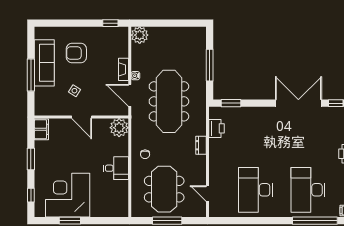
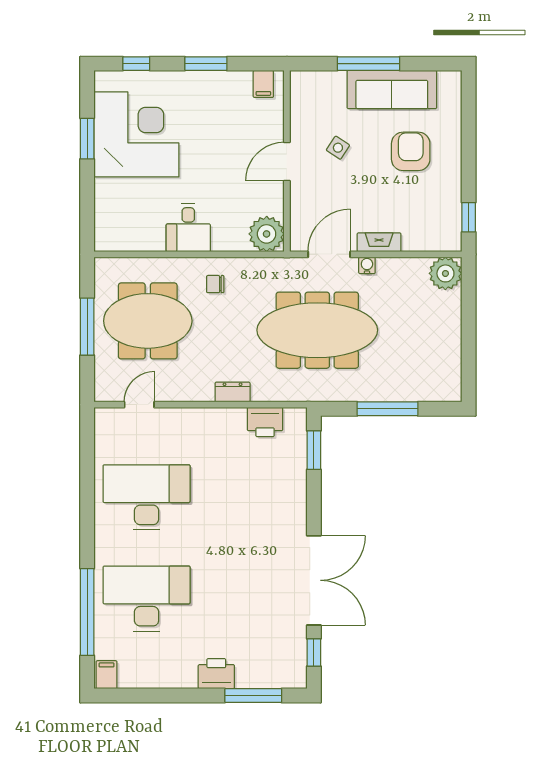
filing cabinet: (41, 129) -> (263, 84), width x0.50

